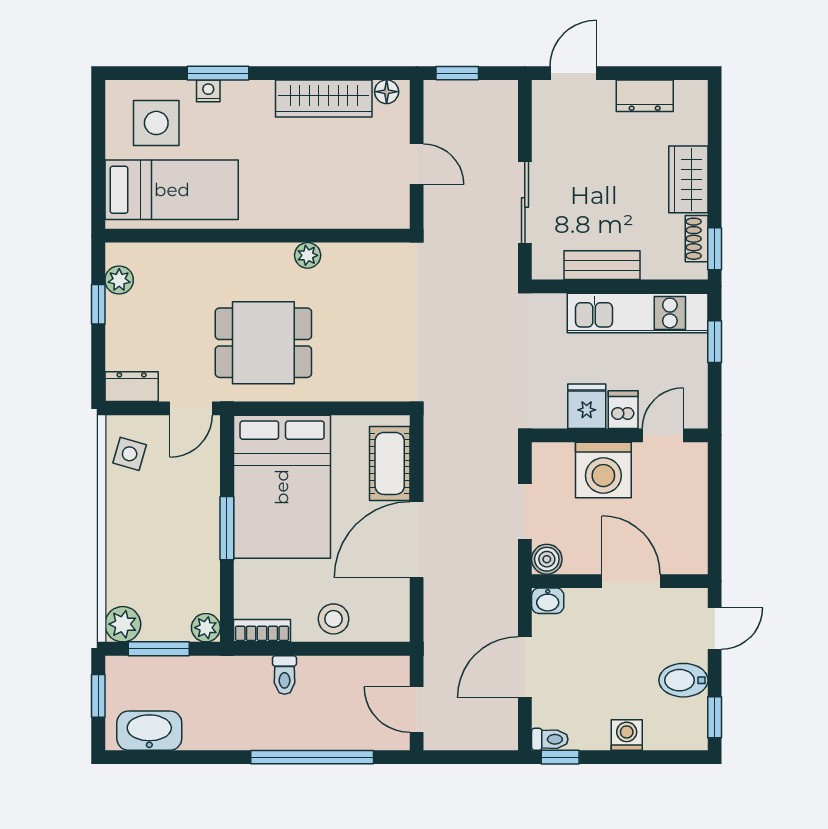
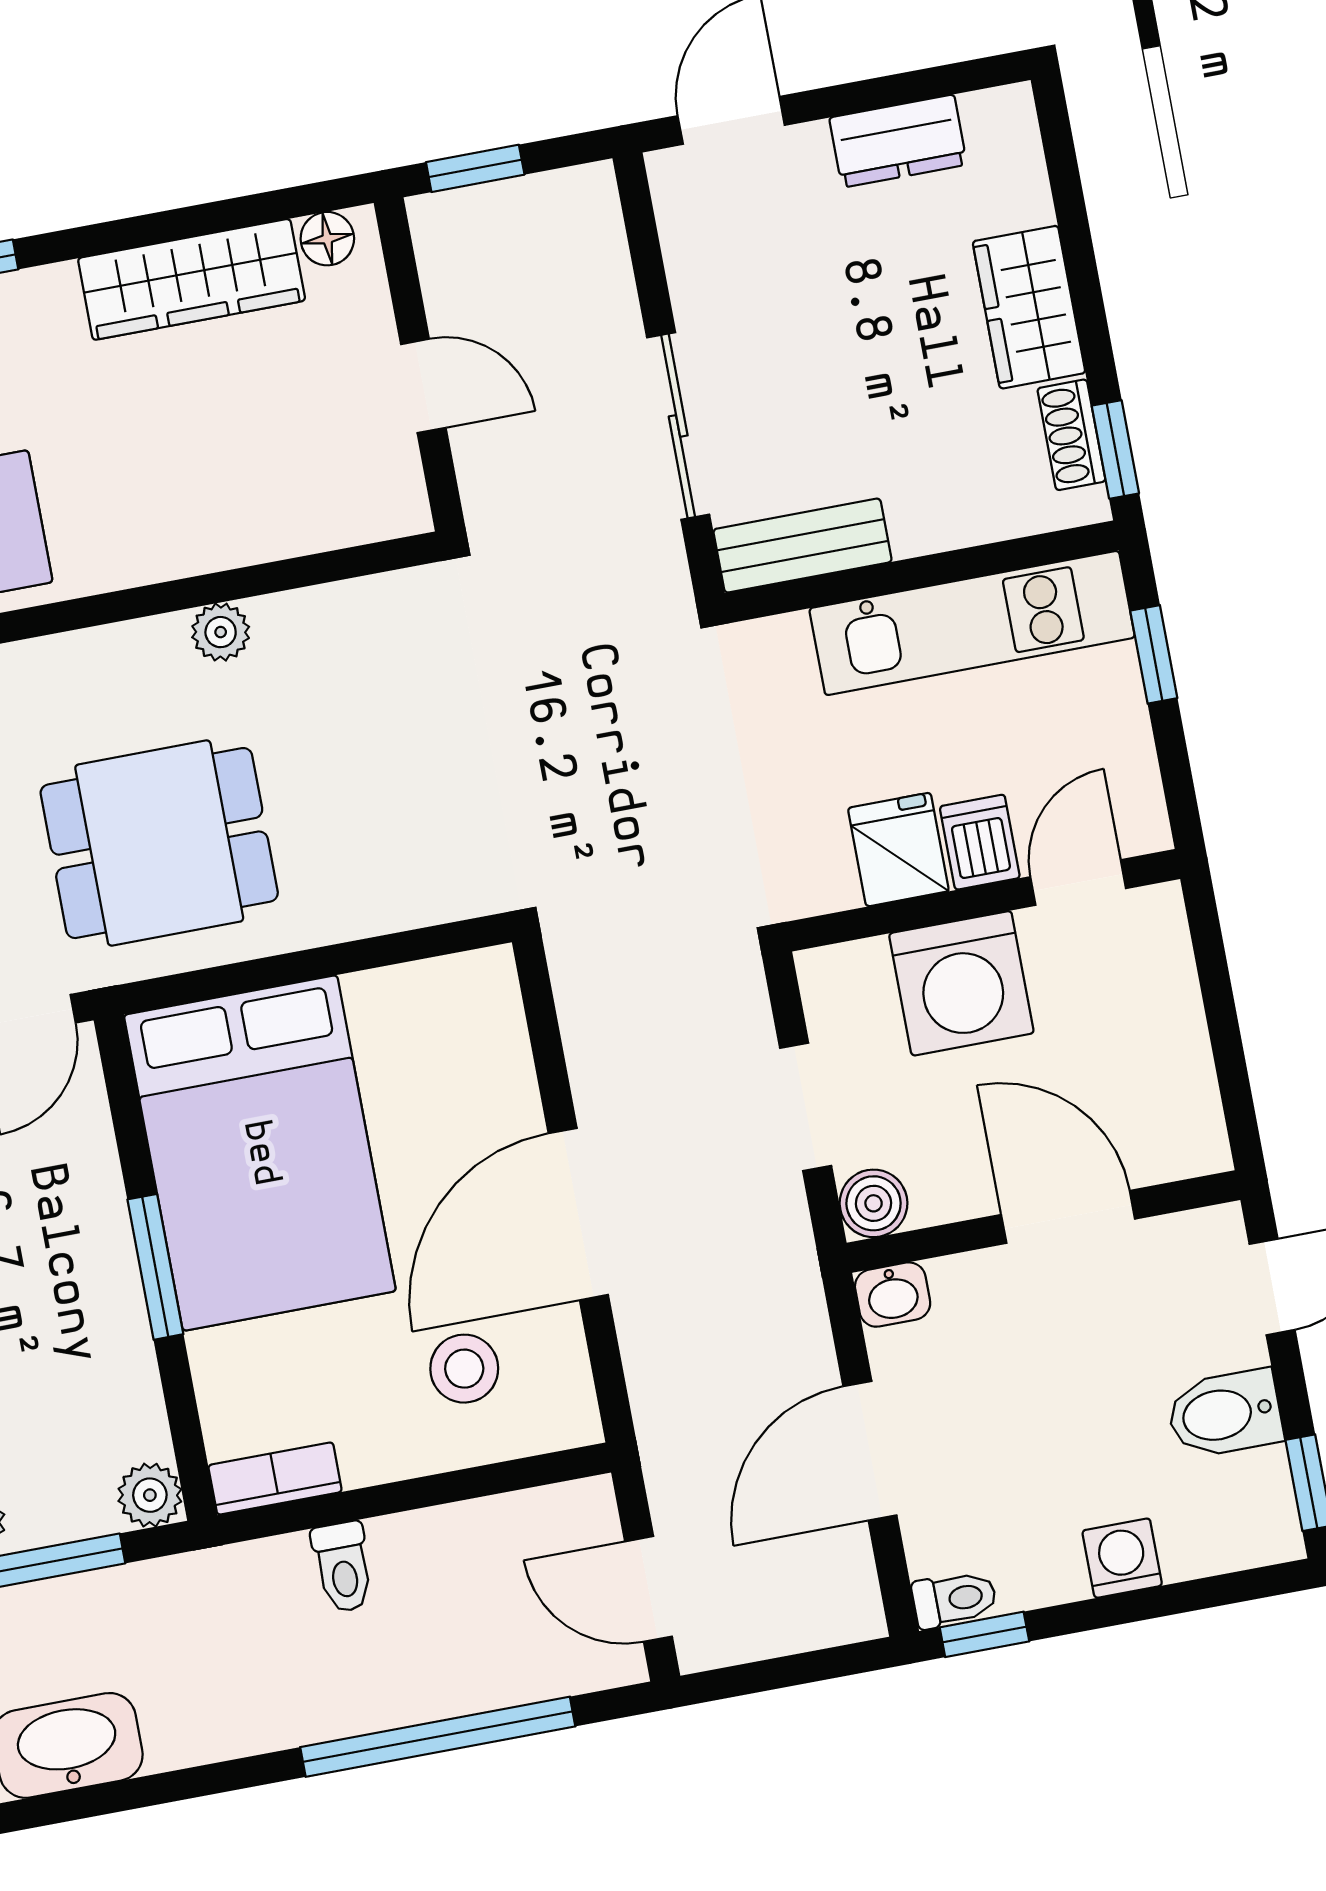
bench: (602, 265) -> (803, 546), moved
cot: (390, 463) -> (487, 1057), removed
stool: (334, 619) -> (464, 1369), moved

